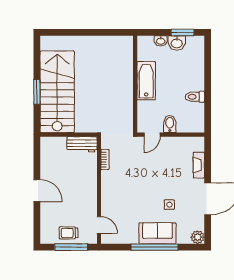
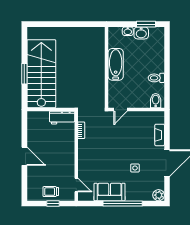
bidet: (170, 124) -> (156, 101), moved
sofa: (157, 233) -> (110, 192), moved
window: (71, 247) -> (53, 204), width x0.46

